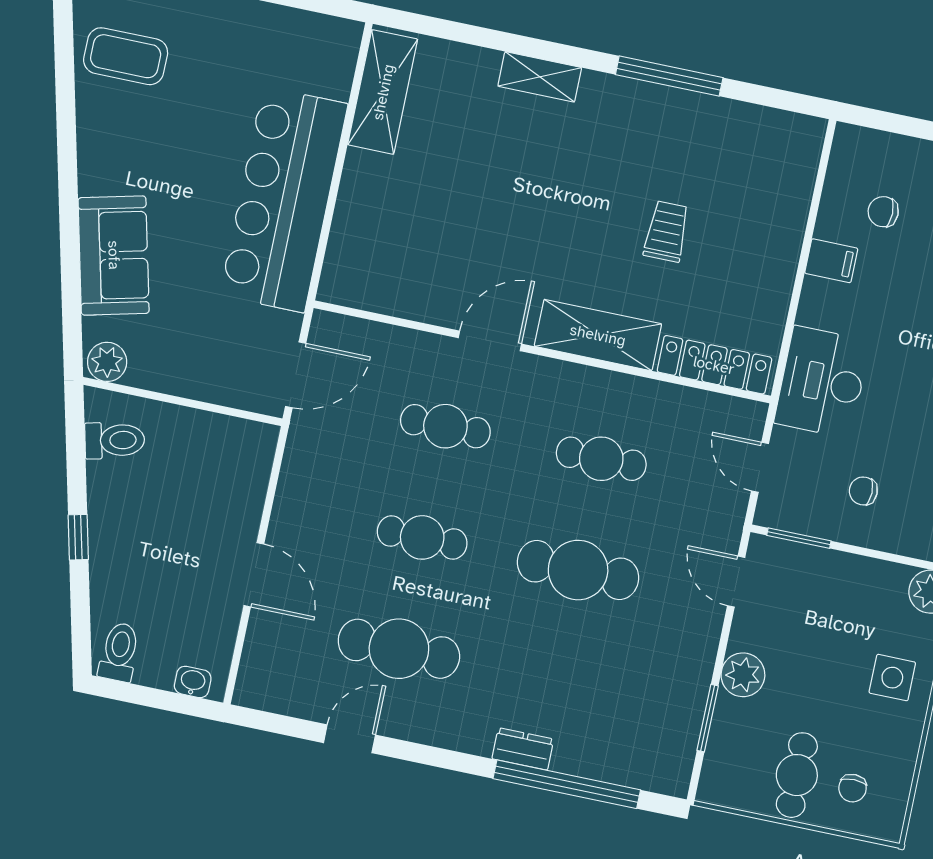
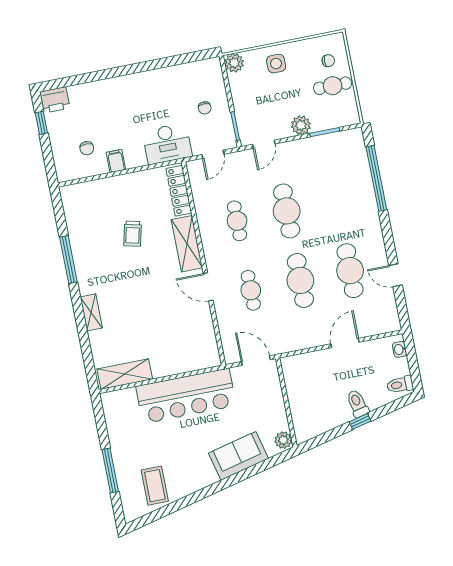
trolley: (667, 231) -> (133, 234), turned -77
toilet: (115, 440) -> (357, 403), moved
cafe table: (422, 537) -> (300, 280), width x1.37, depth x1.35
dresser: (523, 749) -> (370, 202), removed

